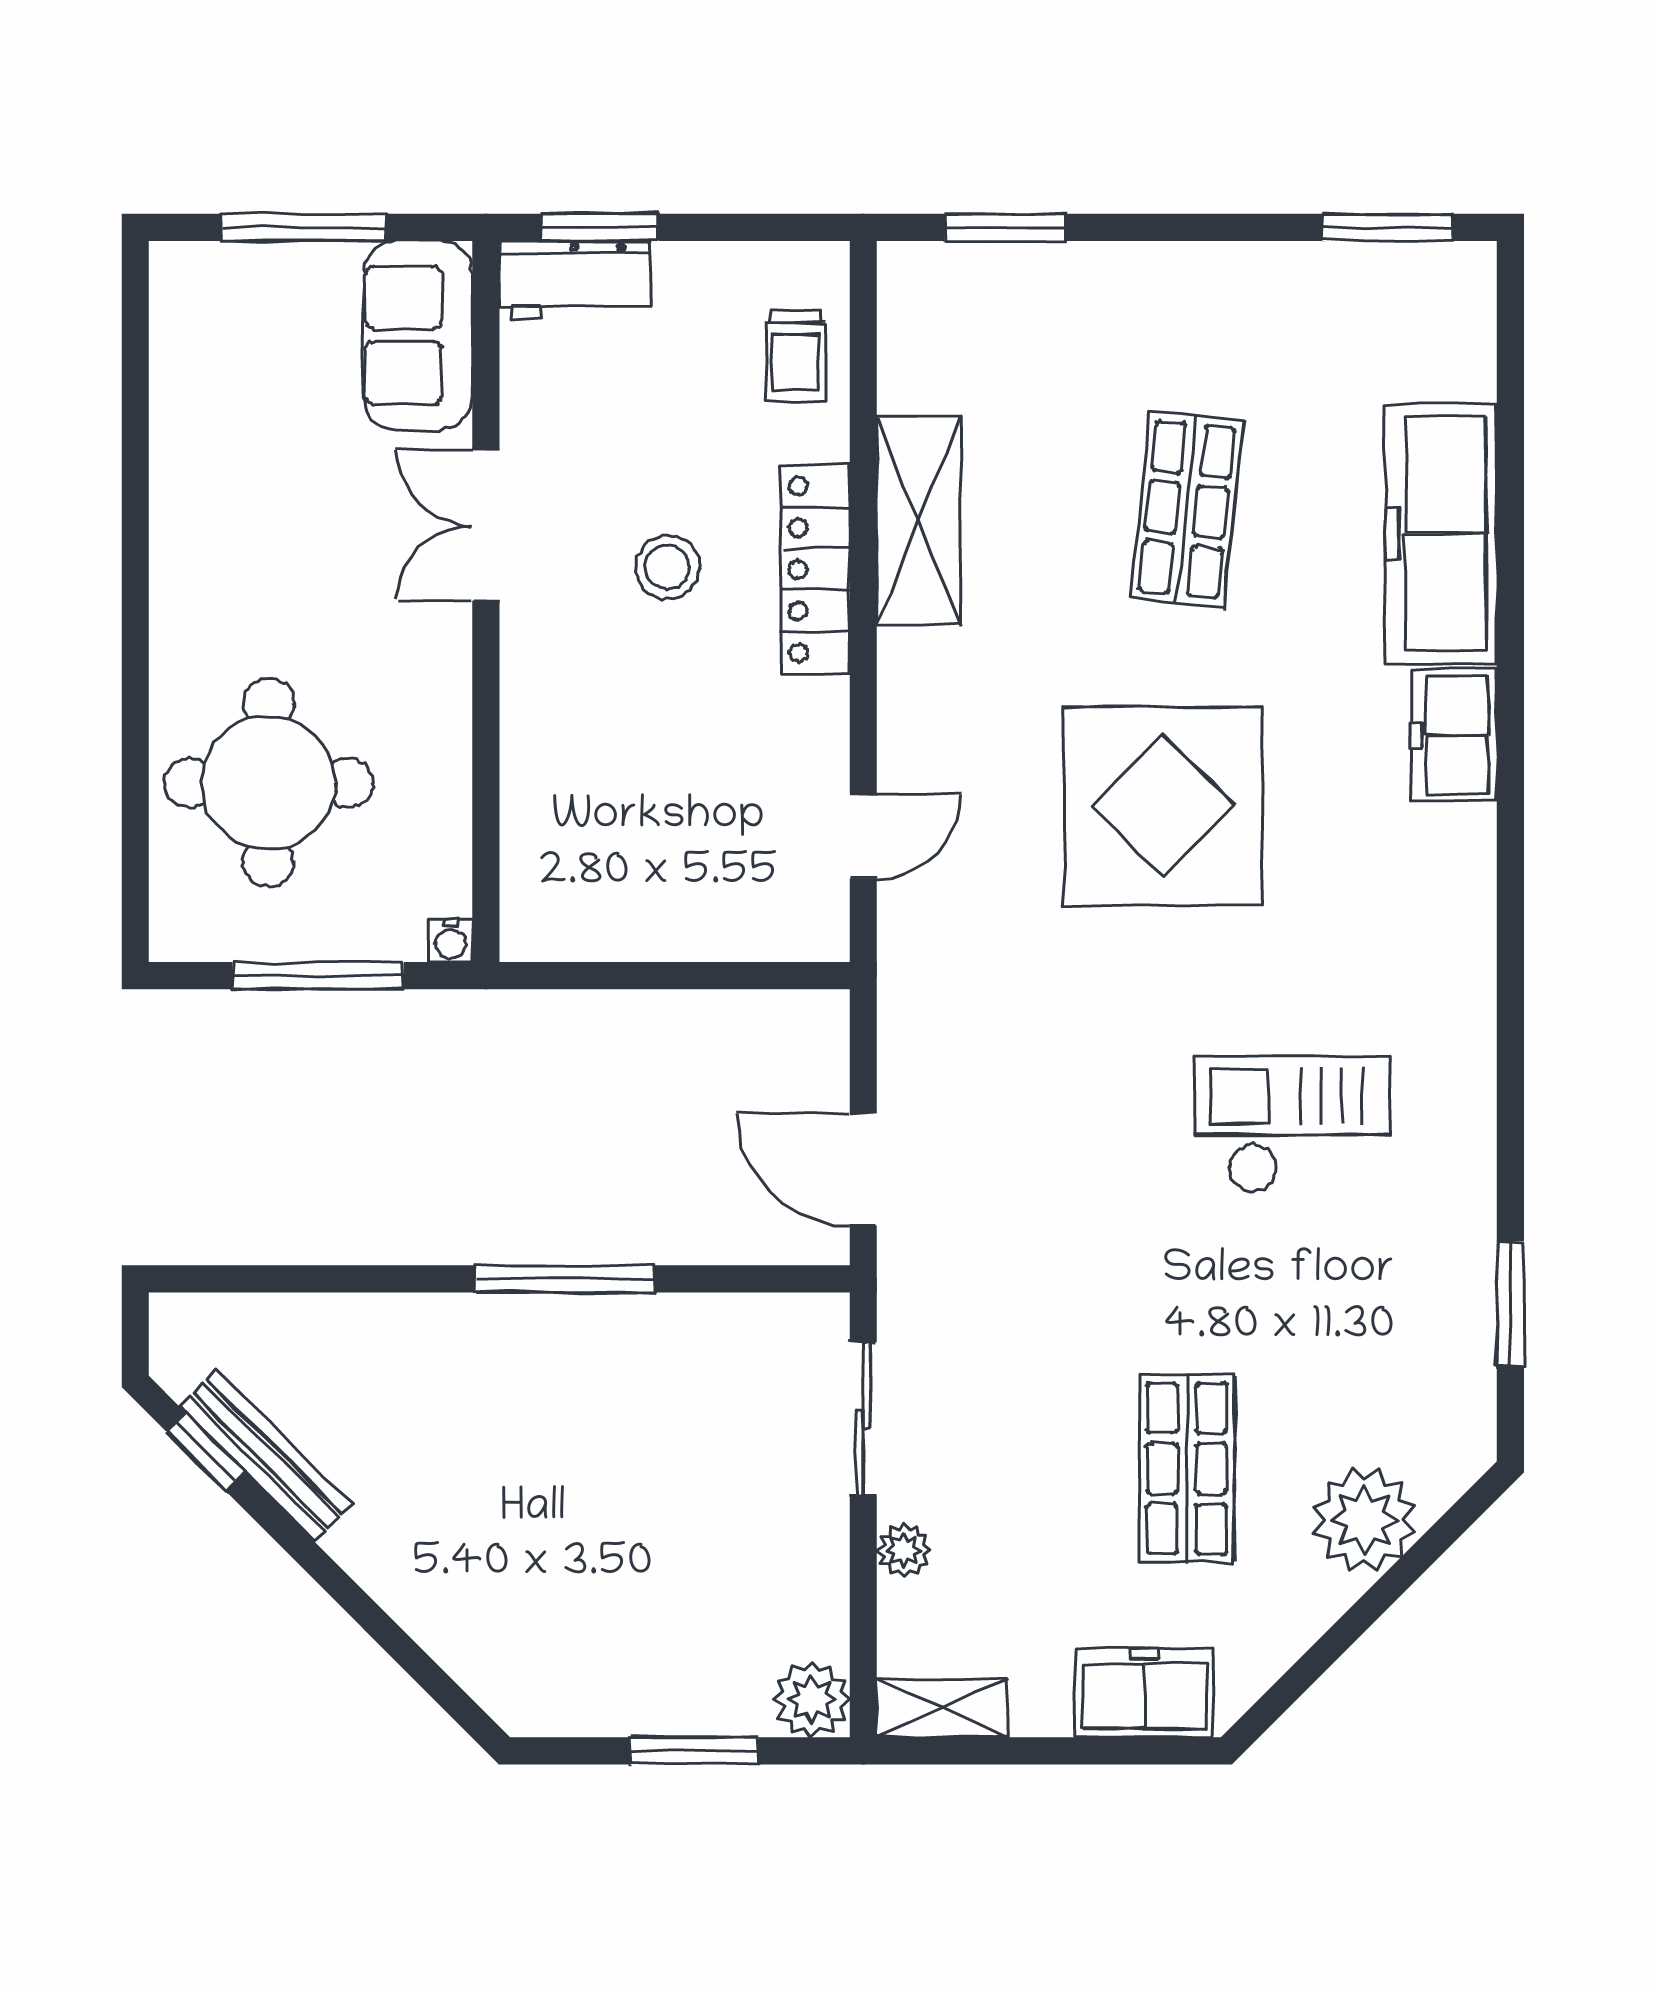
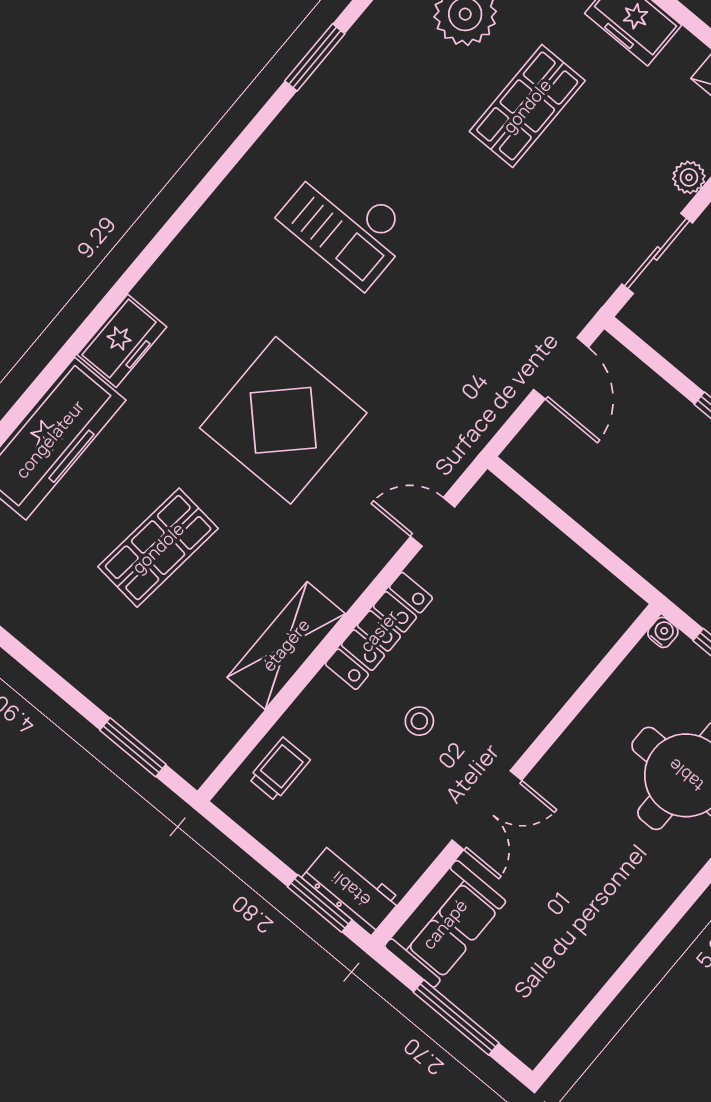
stool: (667, 567) -> (419, 721), width x0.73, depth x0.73
locker: (815, 569) -> (379, 631), moved

